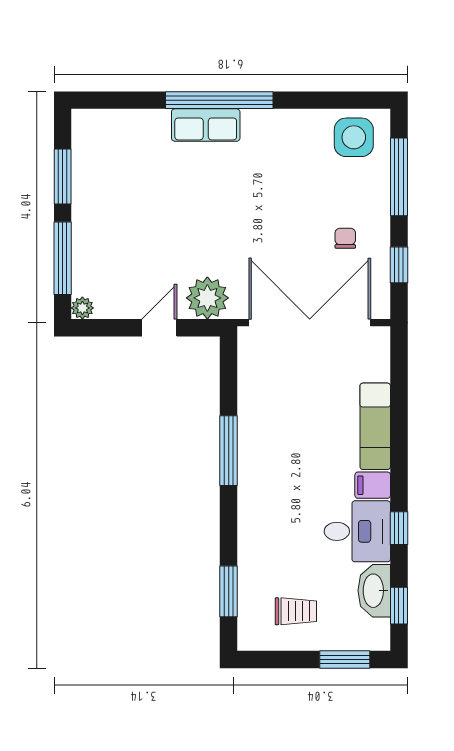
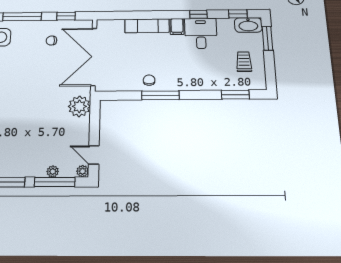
plant: (82, 254) -> (53, 171), added
door: (159, 328) -> (94, 155), moved
chair: (259, 430) -> (149, 80), added
washbasin: (374, 591) -> (248, 25), moved

